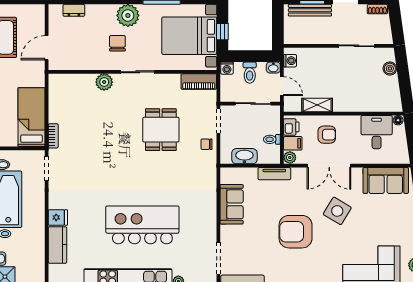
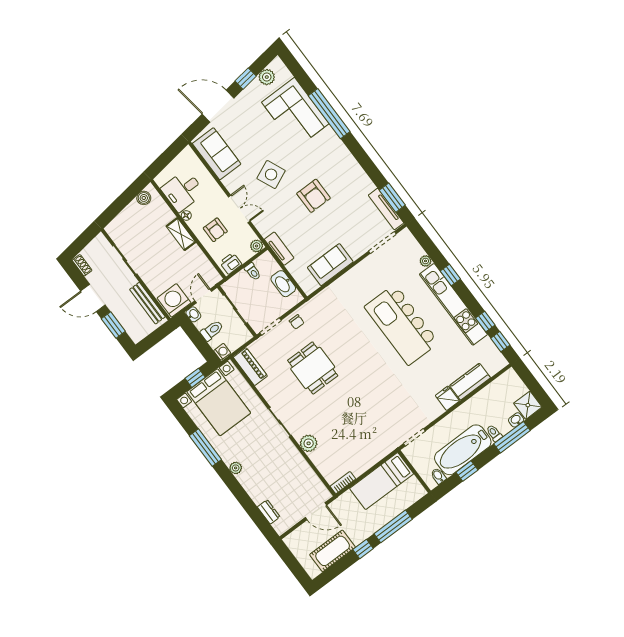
bench: (310, 10) -> (147, 303), moved
plant: (128, 15) -> (236, 468), width x0.53, depth x0.53
chair: (117, 43) -> (269, 456), removed
washing machine: (290, 61) -> (174, 300), width x1.89, depth x1.89
boiler: (390, 69) -> (144, 198), moved
shelving: (317, 105) -> (181, 234), moved
floor lamp: (398, 120) -> (186, 215), moved
dining table: (161, 130) -> (313, 368), turned 90
armchair: (327, 135) -> (215, 230), turned 180
bookcase: (53, 136) -> (343, 483), moved
filing cabinet: (293, 143) -> (243, 252), removed
double door: (329, 166) -> (239, 209), width x0.73
side table: (337, 211) -> (271, 175), turned 35
armchair: (296, 232) -> (314, 196), width x0.73, depth x0.73

